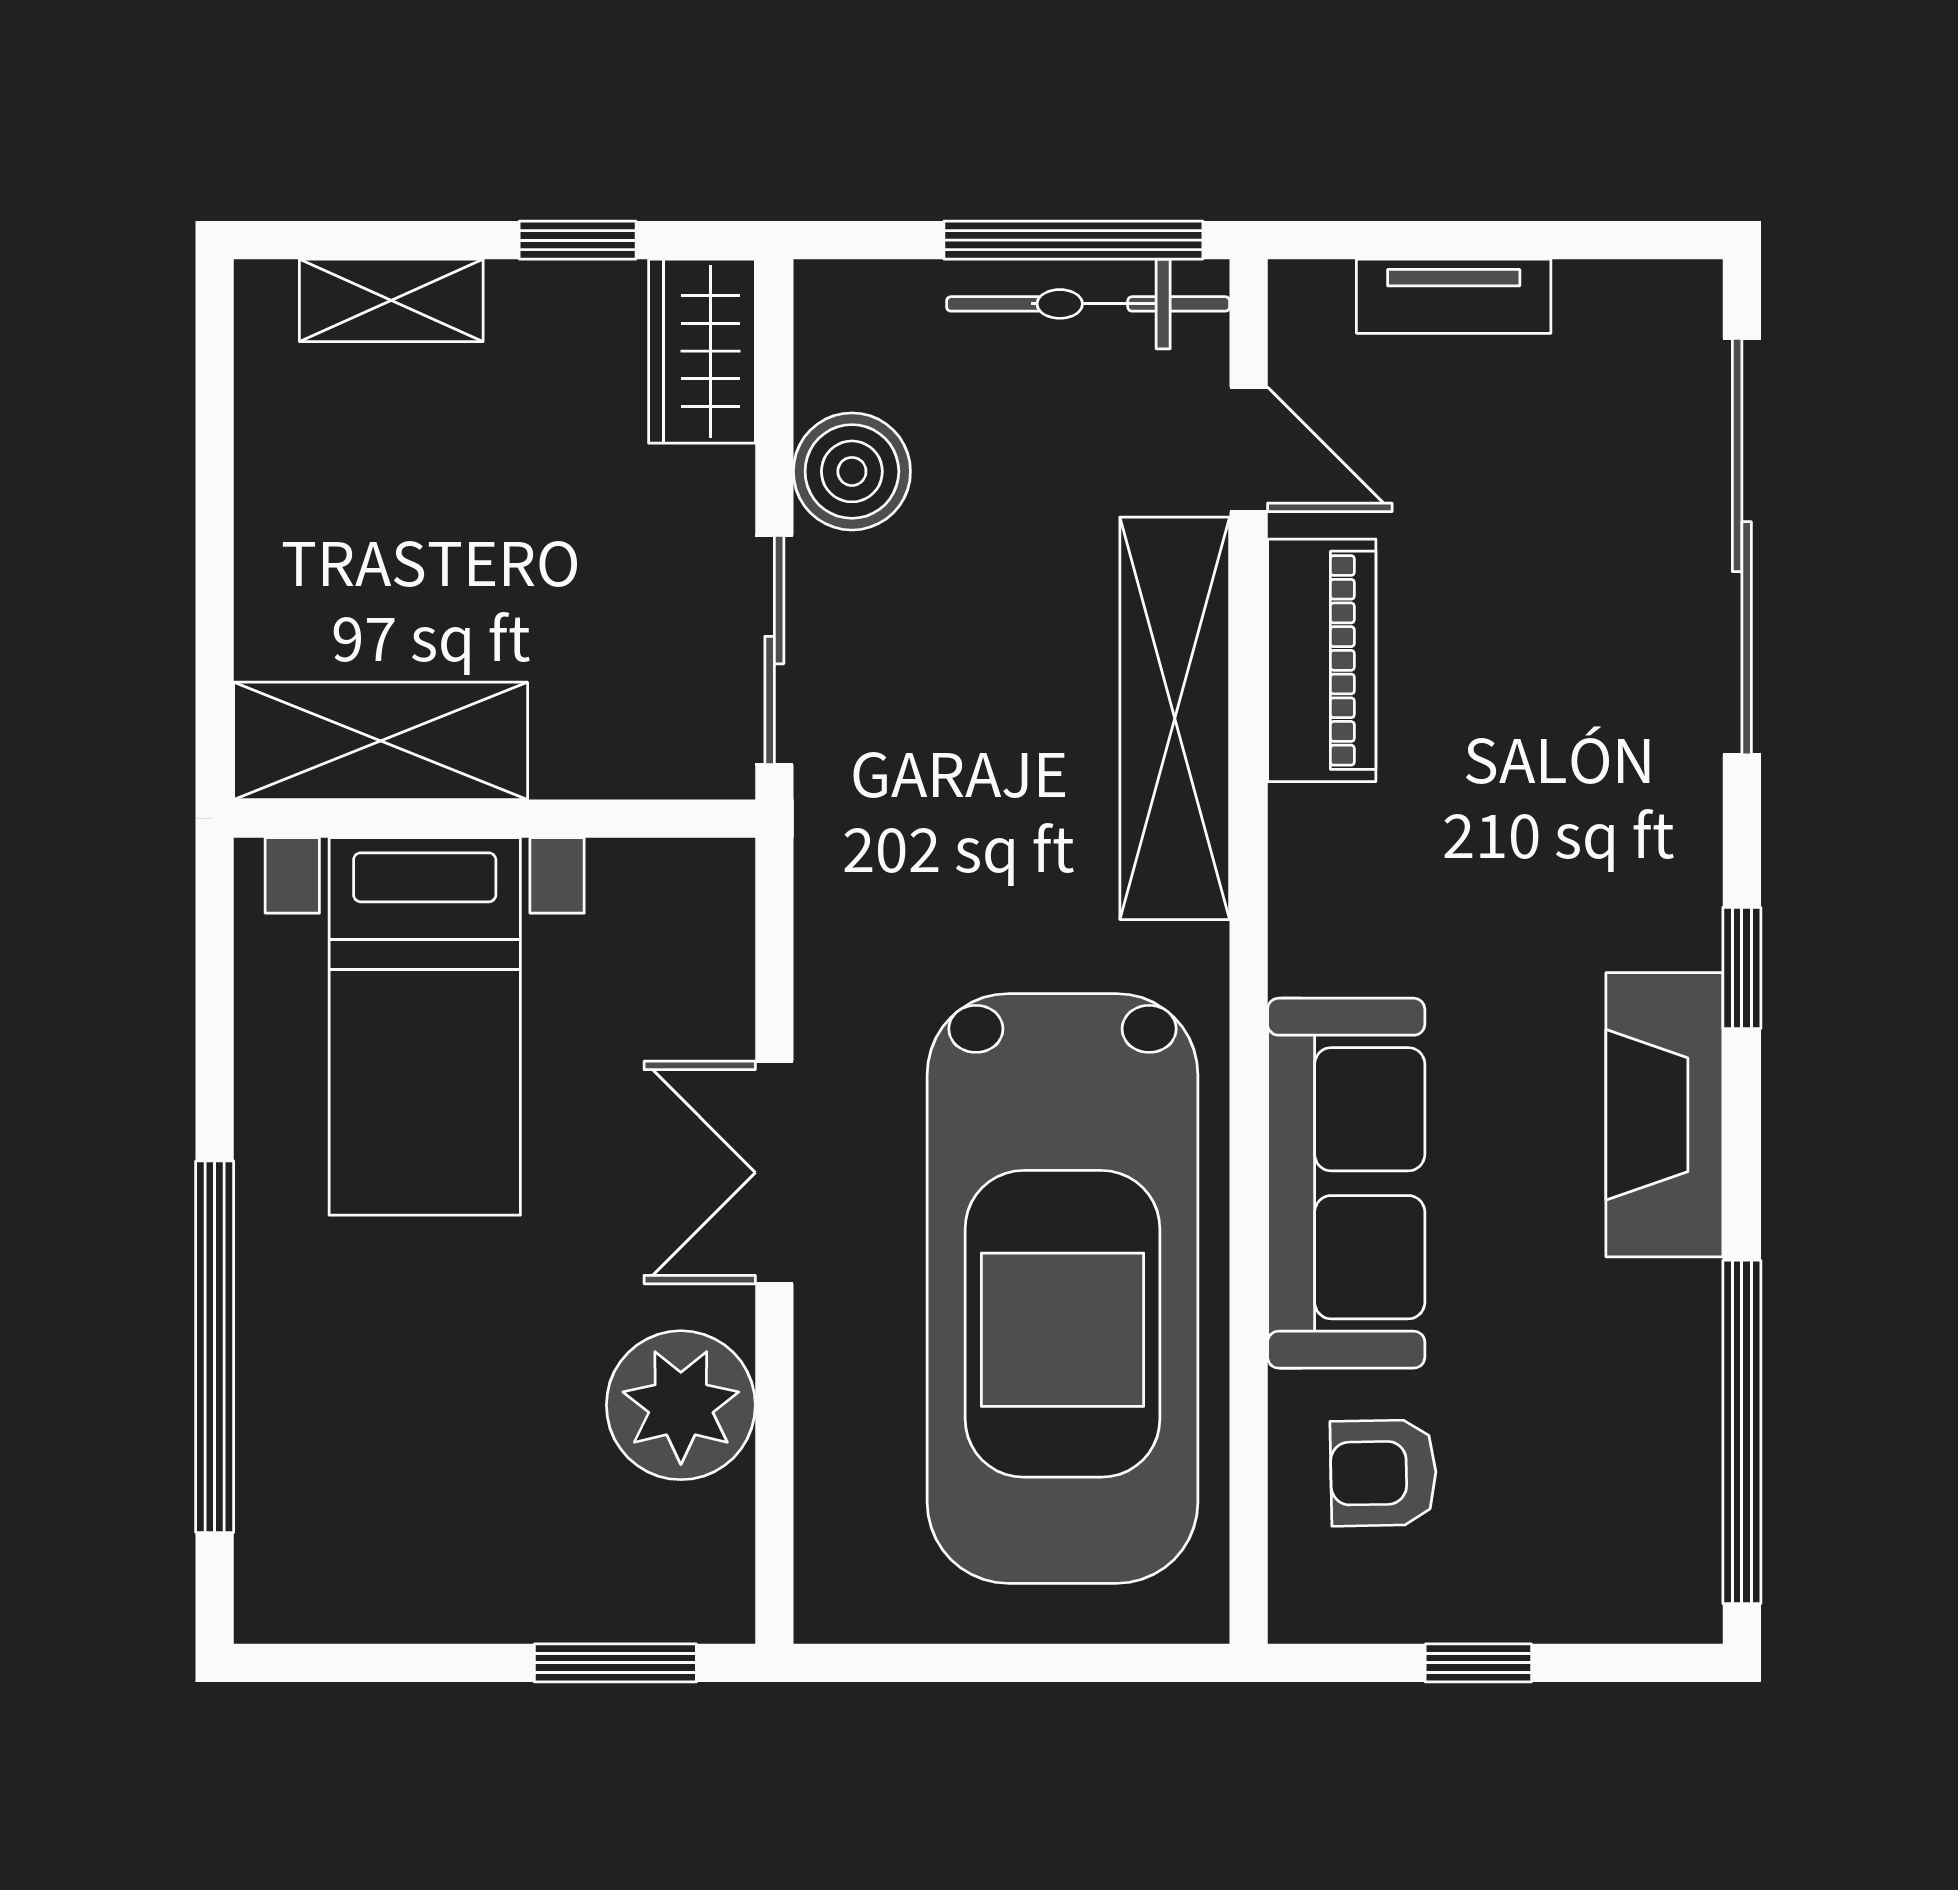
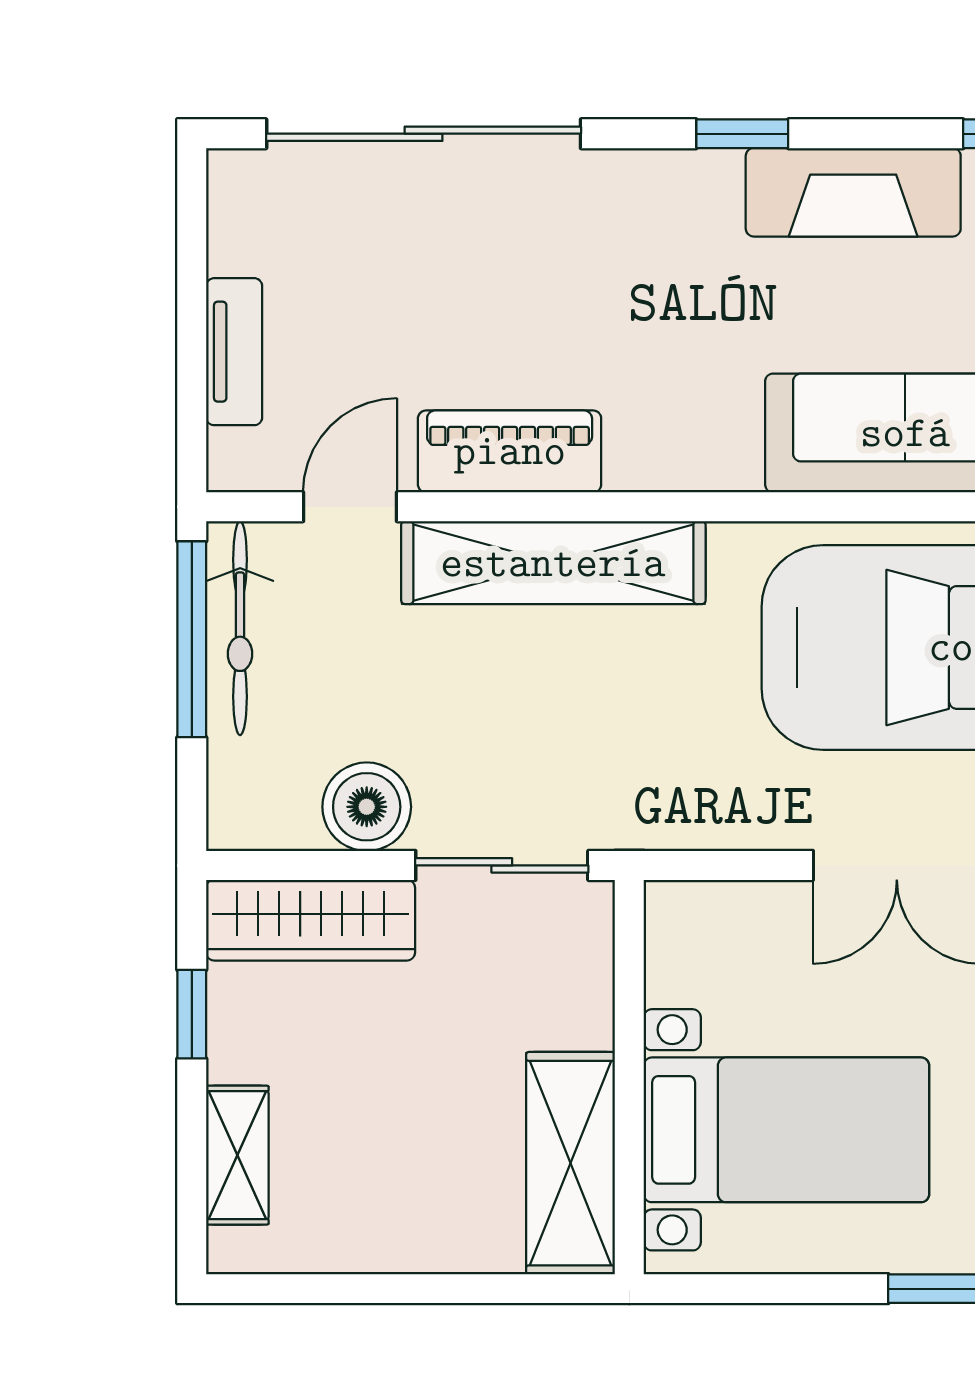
wardrobe: (702, 351) -> (311, 920), width x1.50

